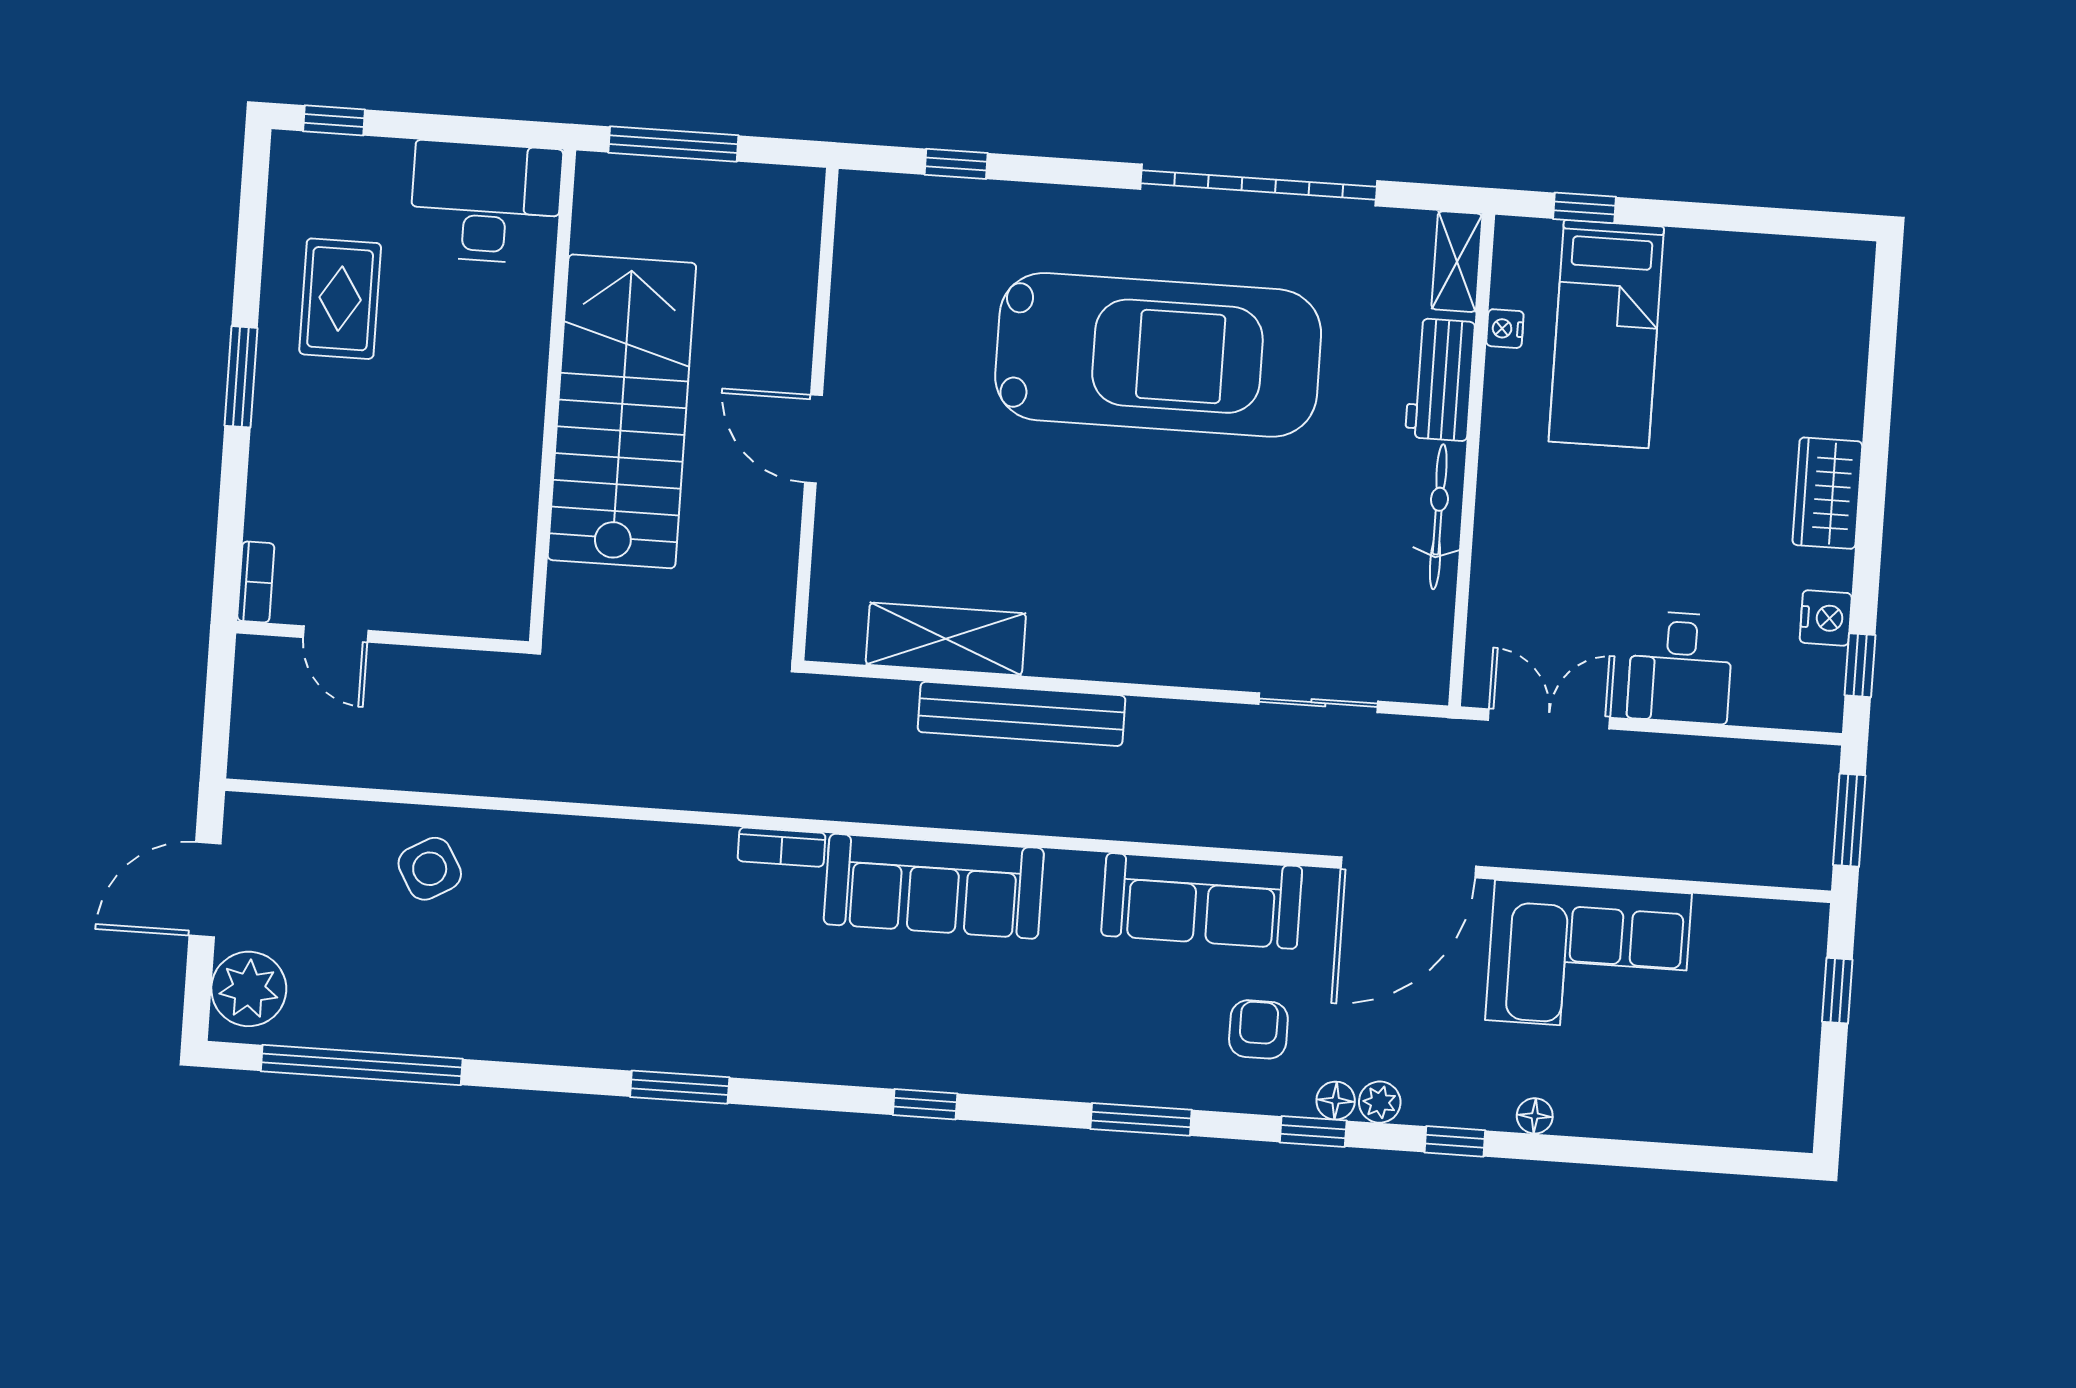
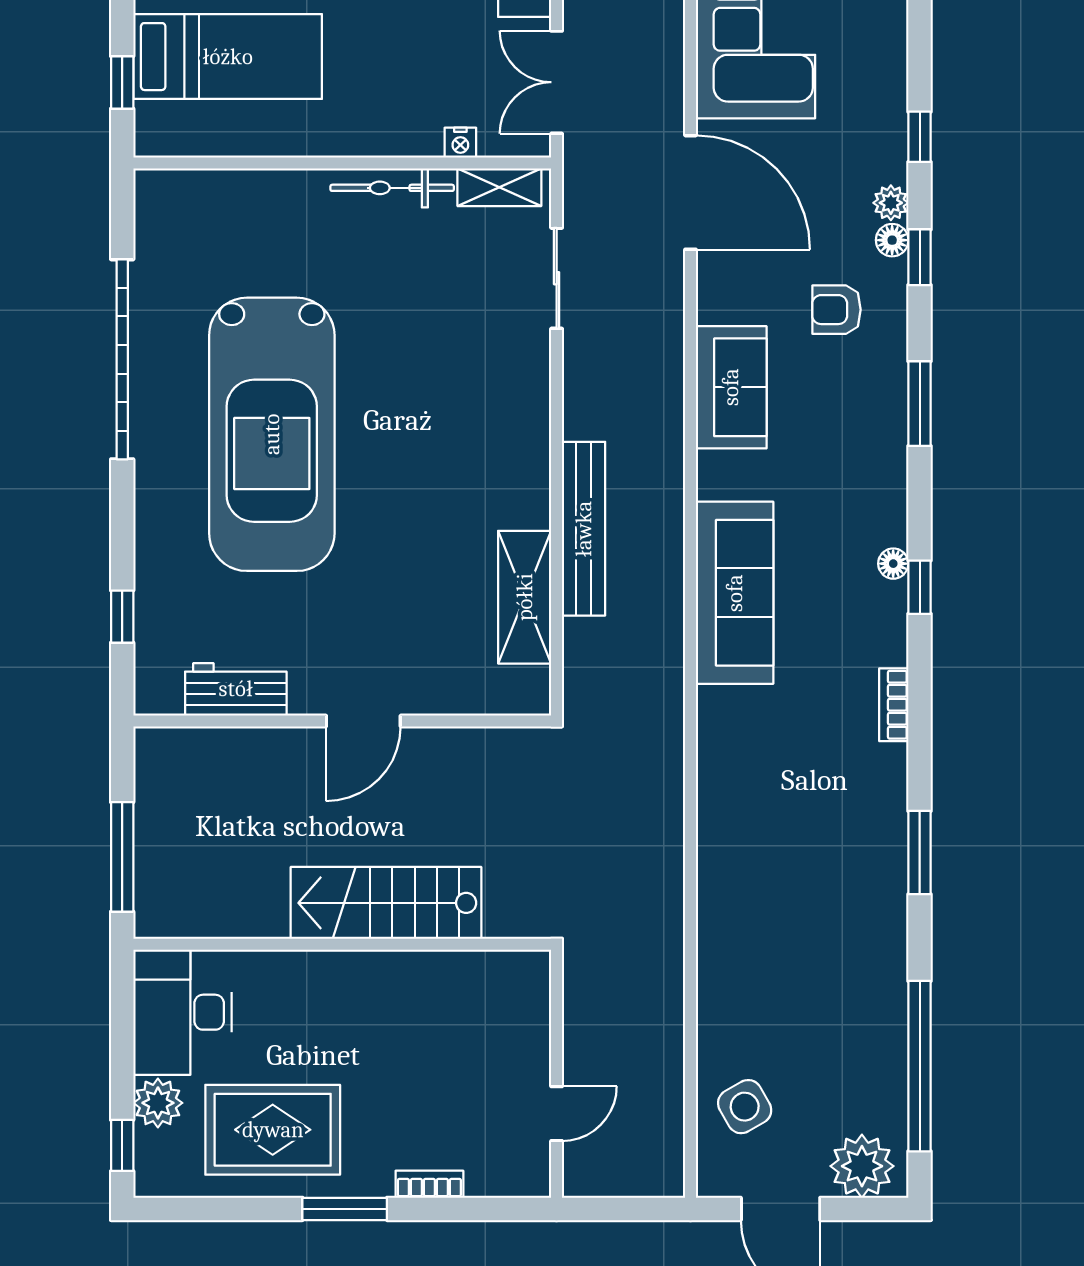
plant: (381, 166) -> (158, 1103), added
shelving: (1457, 262) -> (499, 187), moved
rug: (340, 299) -> (273, 1130), width x1.36, depth x1.43
nightstand: (1505, 329) -> (460, 143), moved
car: (1158, 355) -> (272, 434), turned 180
workbench: (1440, 380) -> (236, 689), moved, turned 180
stairs: (622, 411) -> (386, 903), width x0.73, depth x0.66
bookcase: (256, 582) -> (429, 1184), moved
bookcase: (782, 847) -> (894, 705), moved, turned 180
side table: (430, 869) -> (745, 1107), moved
sofa: (1202, 901) -> (731, 387), width x0.73
window: (680, 1087) -> (920, 853), moved
floor lamp: (1535, 1116) -> (893, 564), moved

